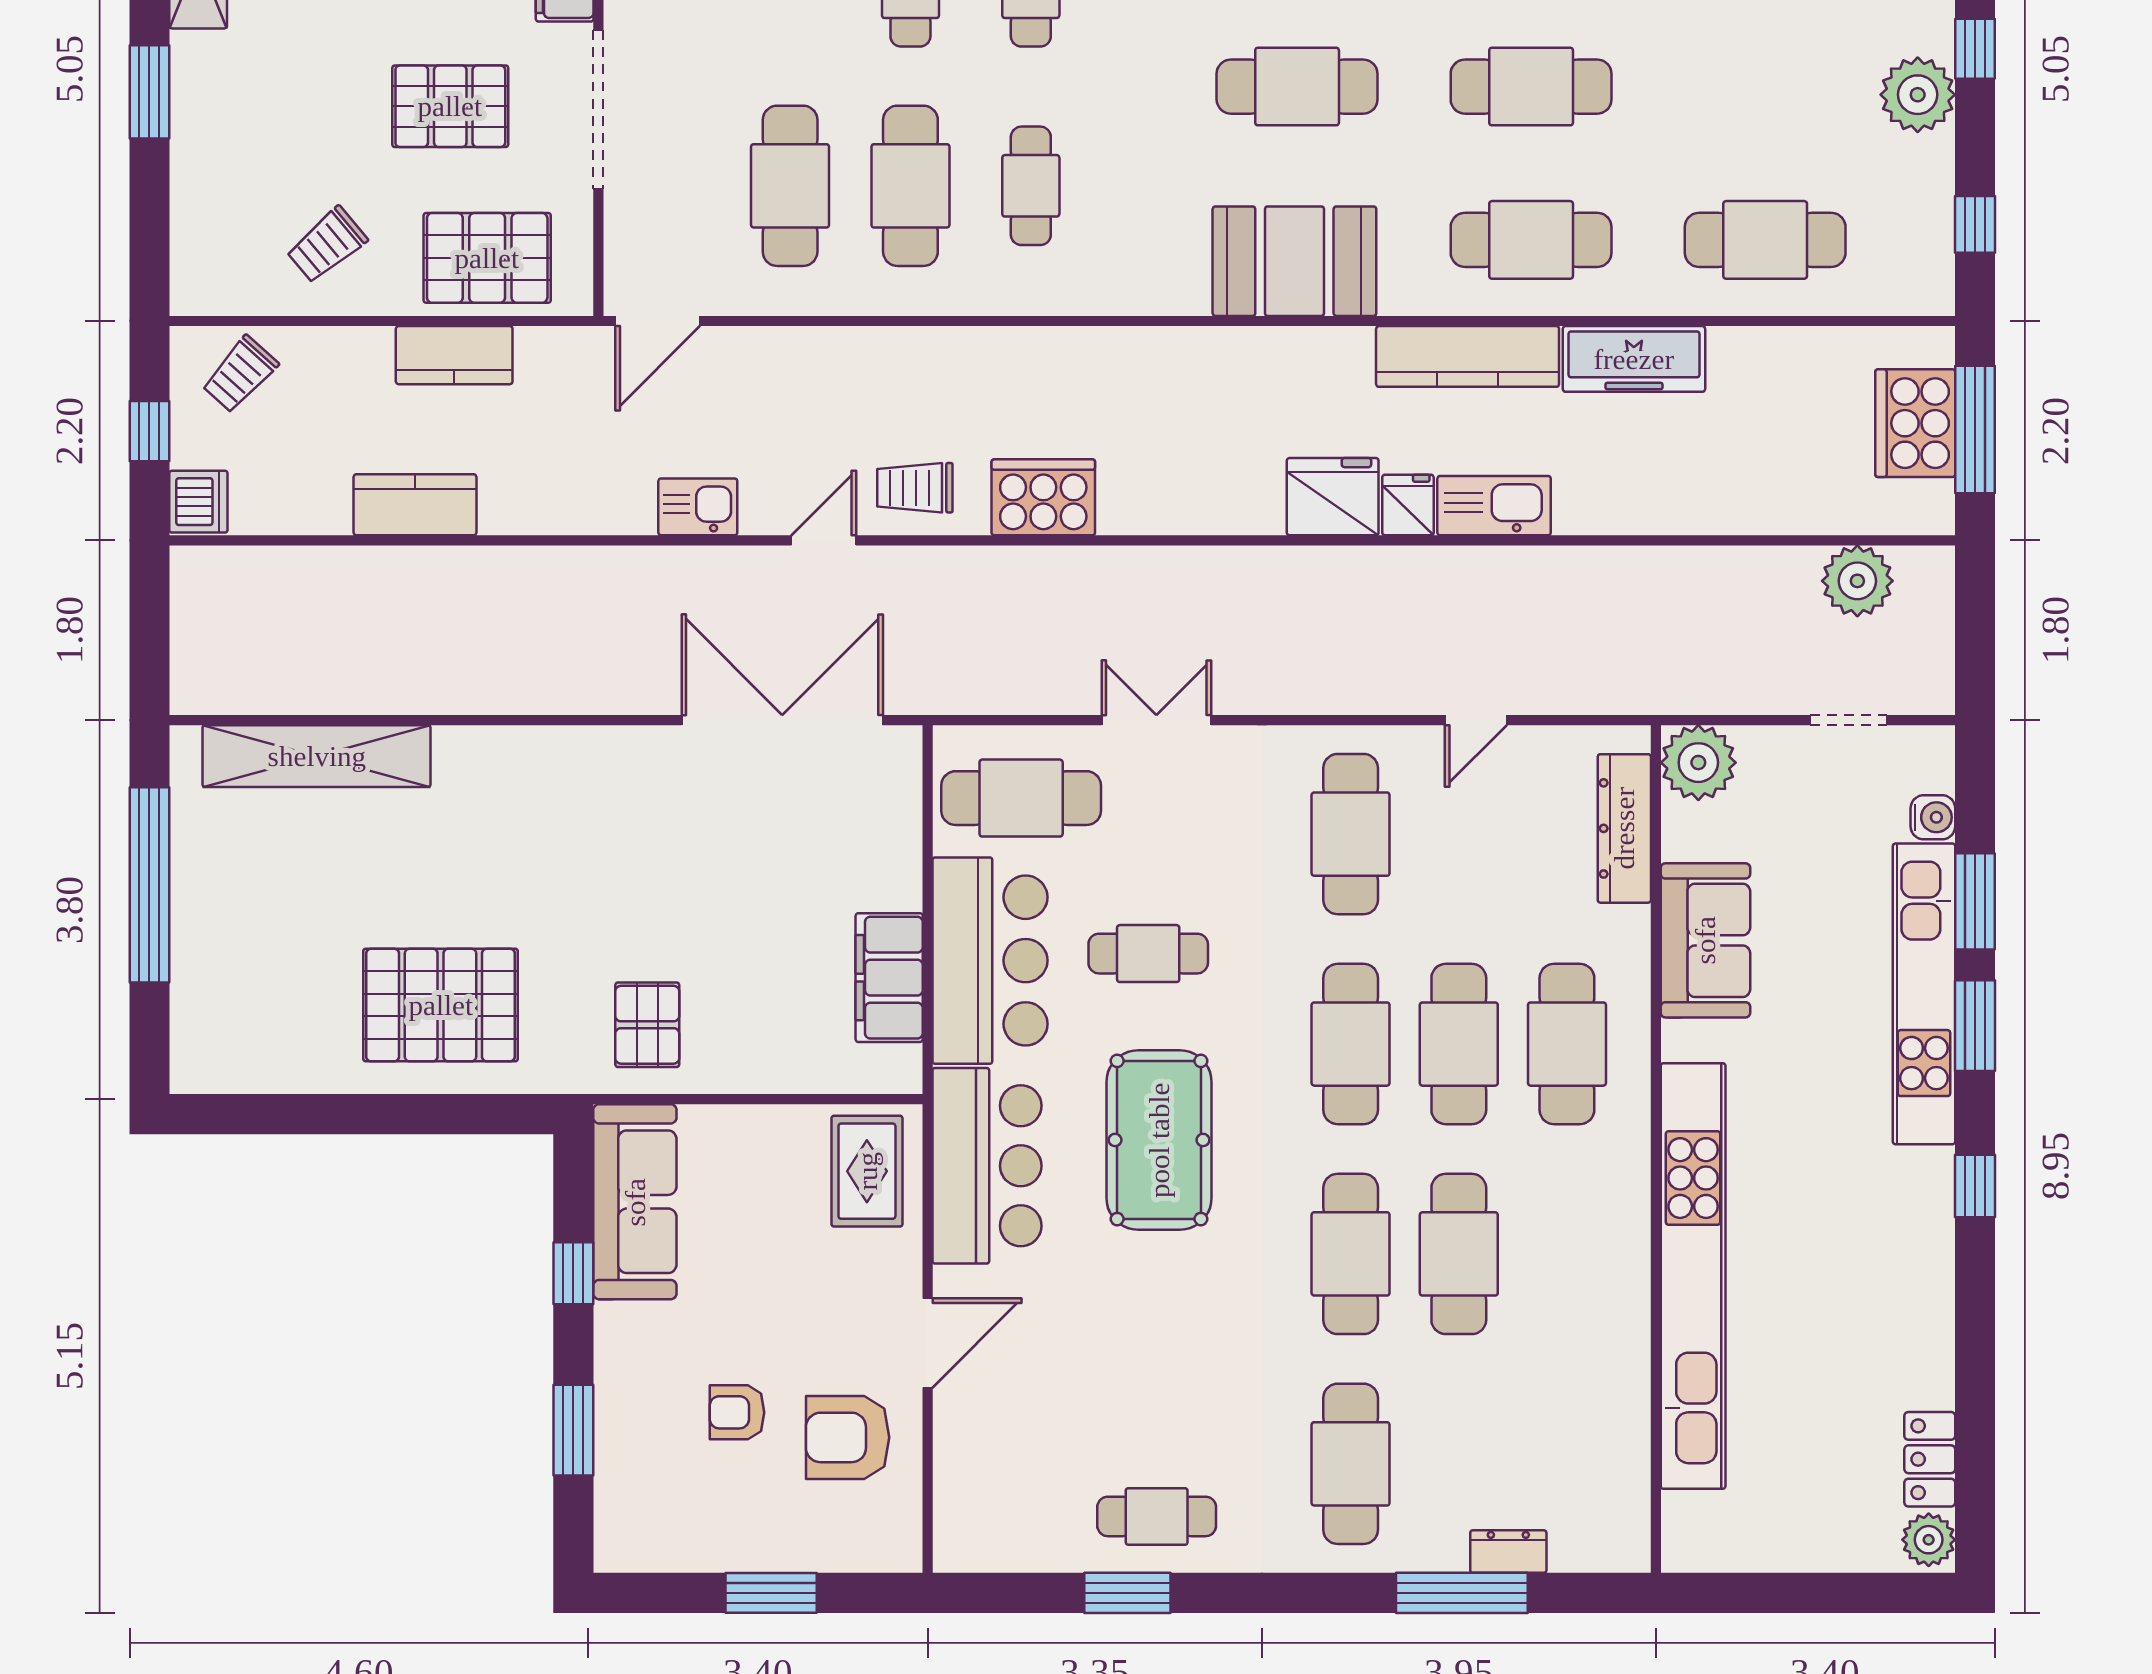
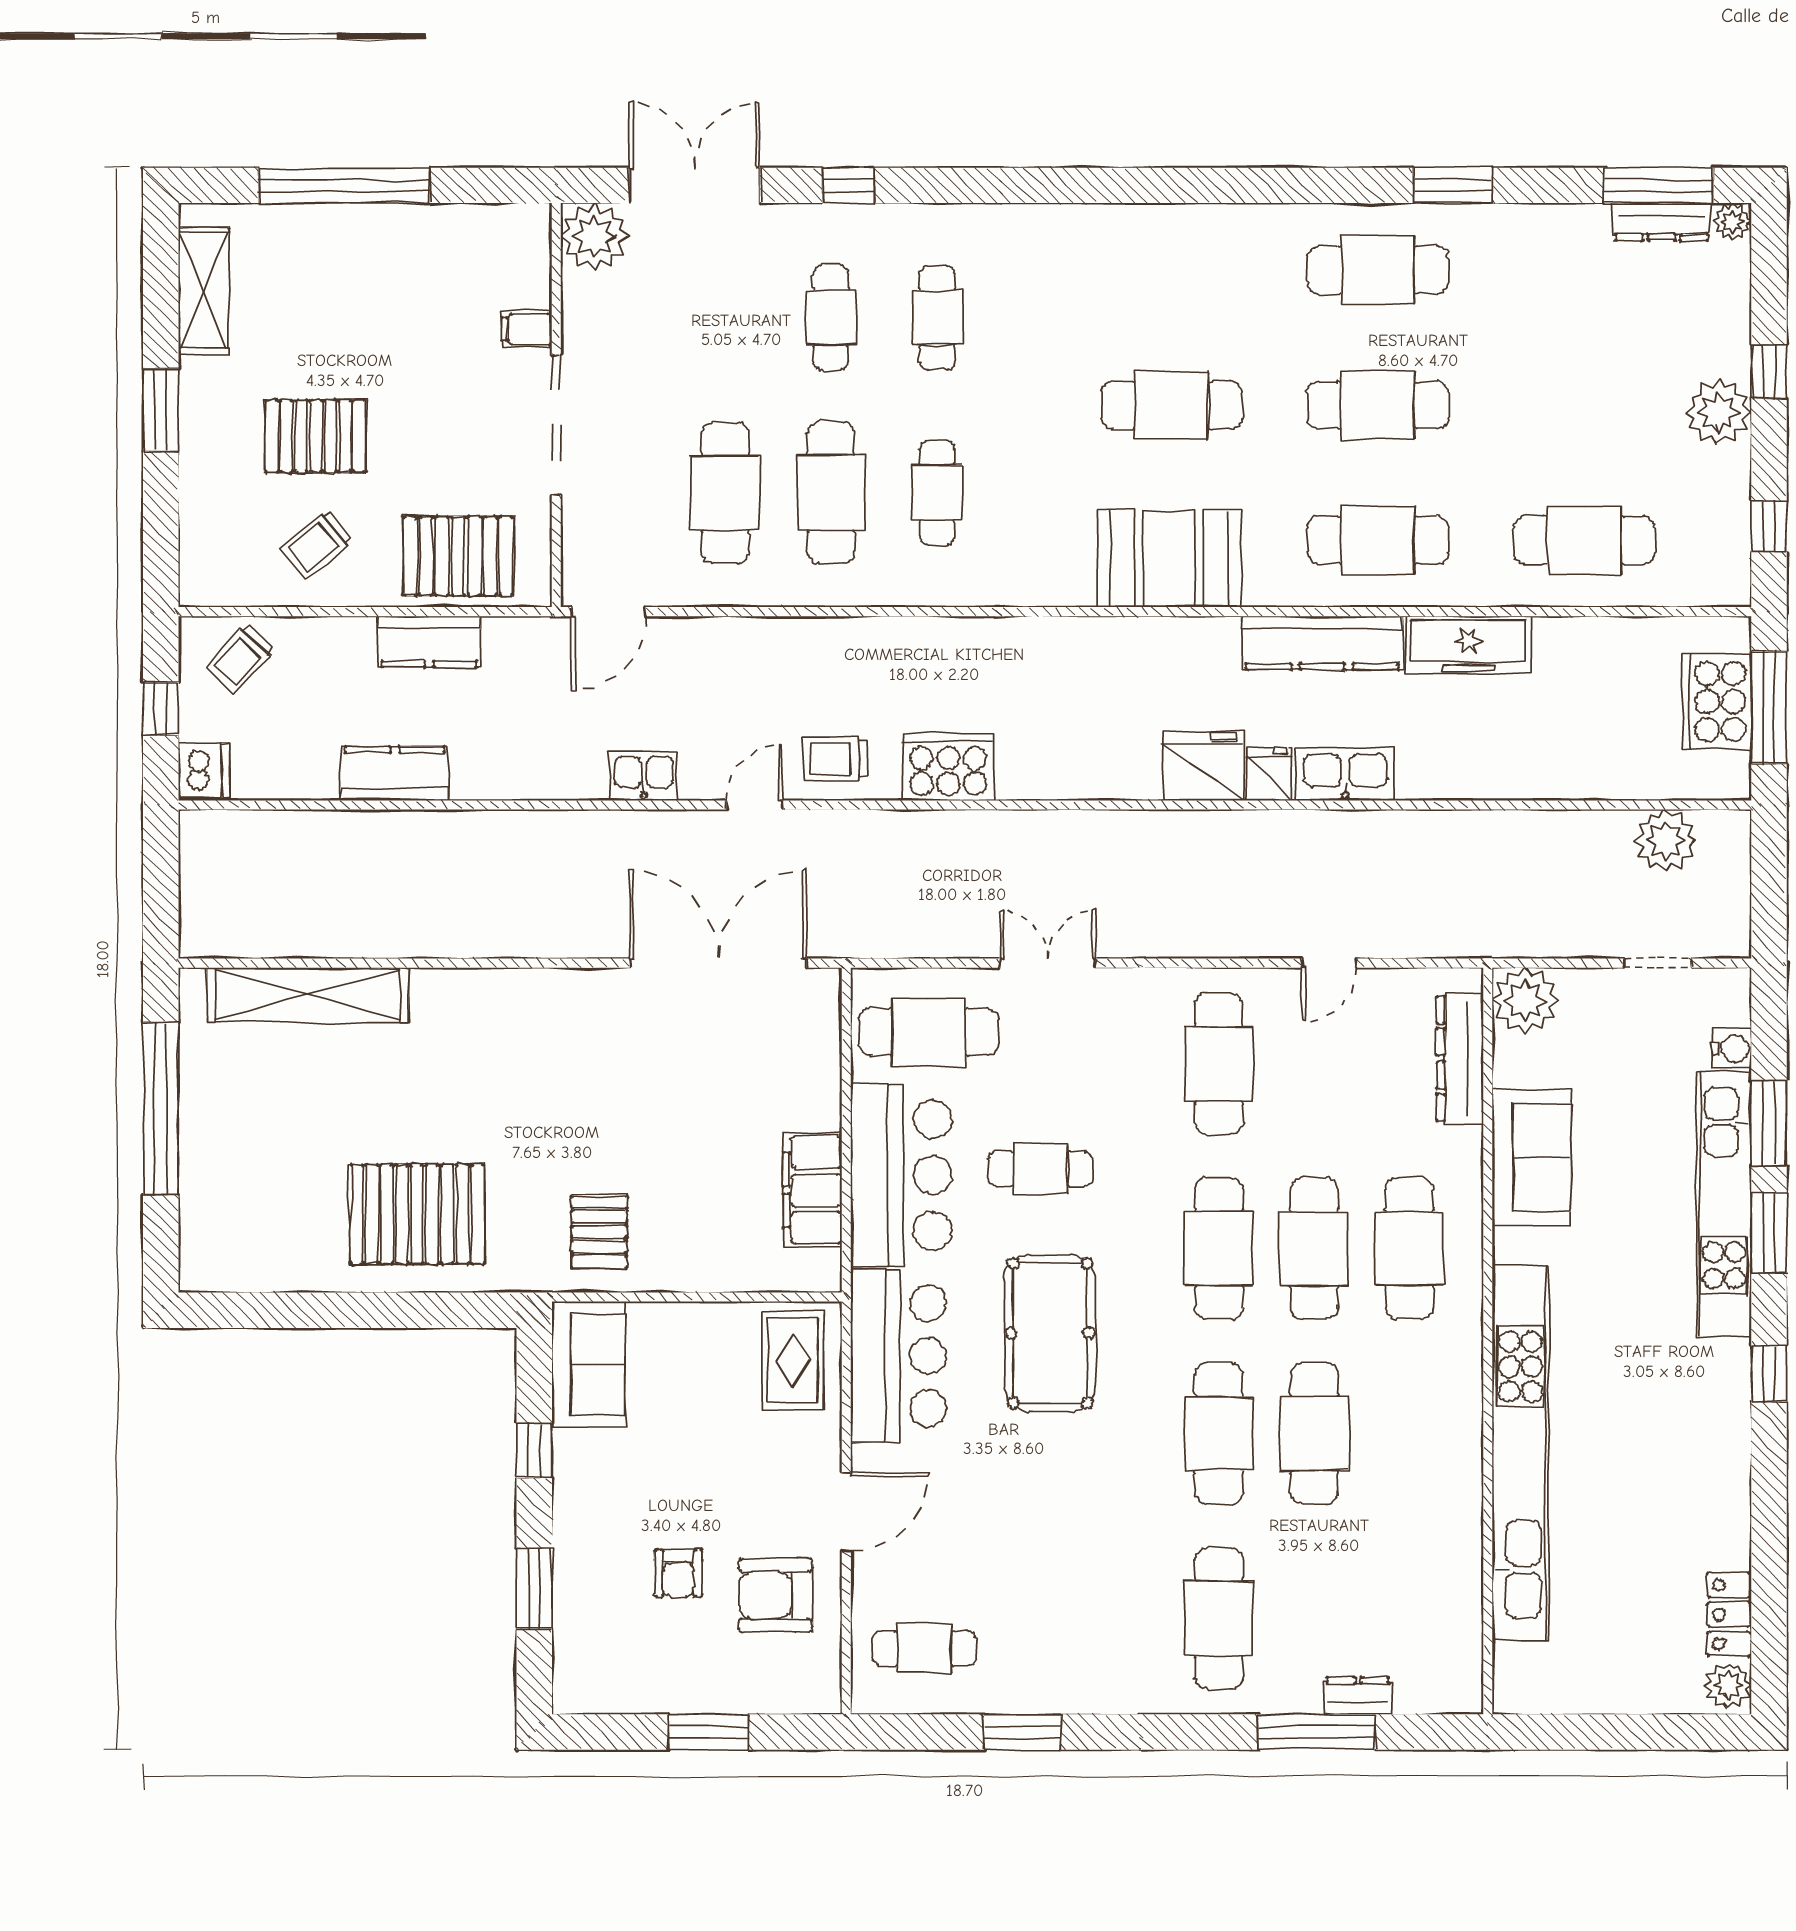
pallet: (450, 106) -> (316, 436), moved
sofa: (635, 1202) -> (588, 1365), width x0.73
armchair: (737, 1412) -> (678, 1573), turned -90
cafe table: (1157, 1516) -> (924, 1649), moved

